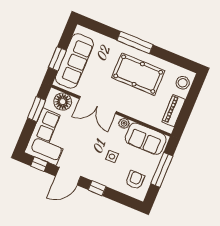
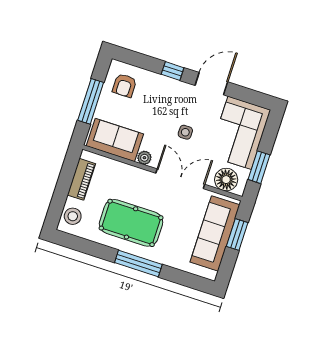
side table: (112, 157) -> (185, 132), moved
window: (39, 164) -> (250, 96), removed

